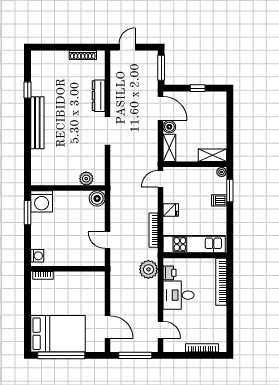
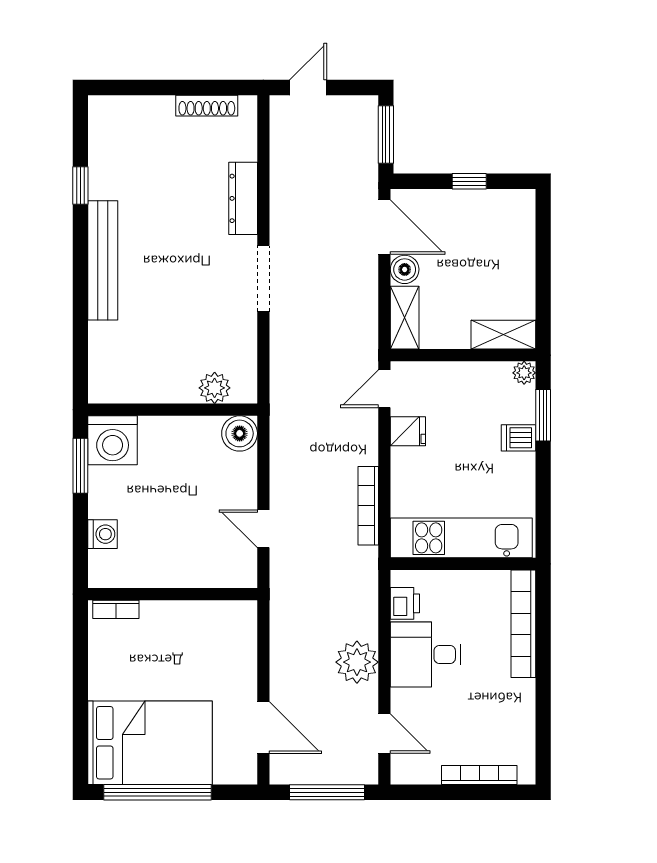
fridge: (171, 210) -> (408, 431), moved
washing machine: (37, 256) -> (102, 534), moved
plant: (148, 269) -> (357, 662), moved

